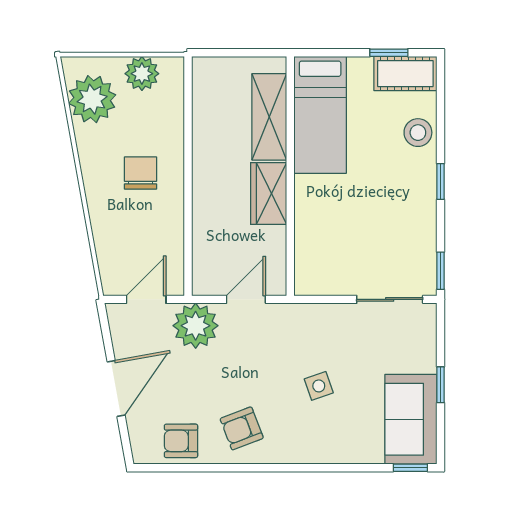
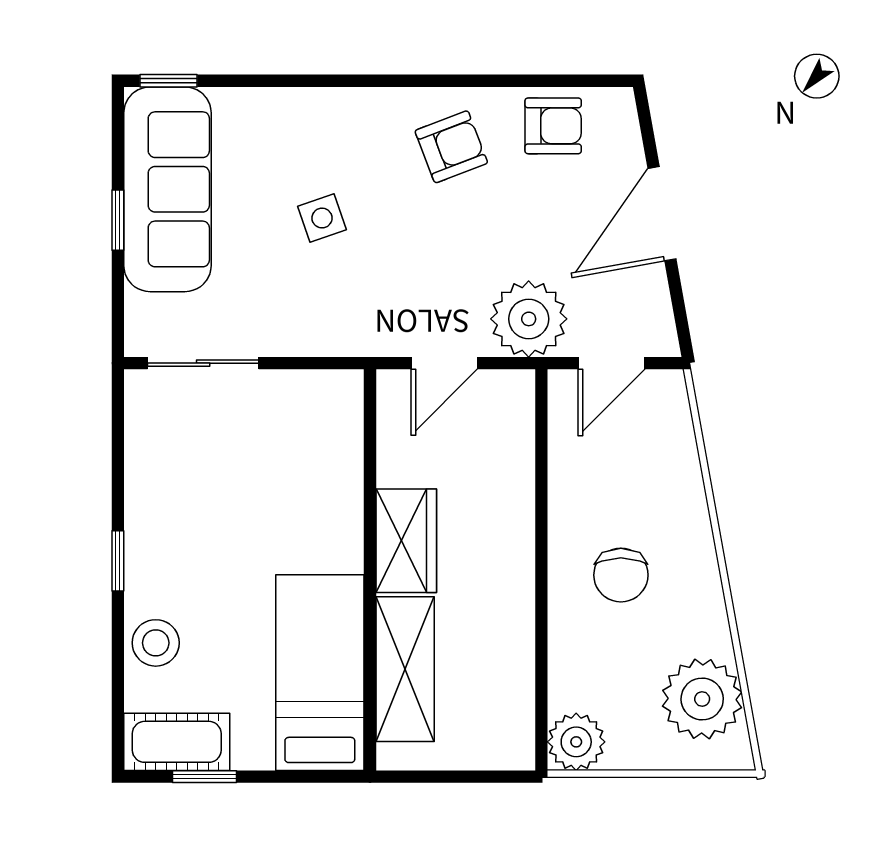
plant: (142, 74) -> (576, 742), moved
window: (440, 271) -> (118, 411), removed
sofa: (411, 419) -> (167, 189), width x1.36

